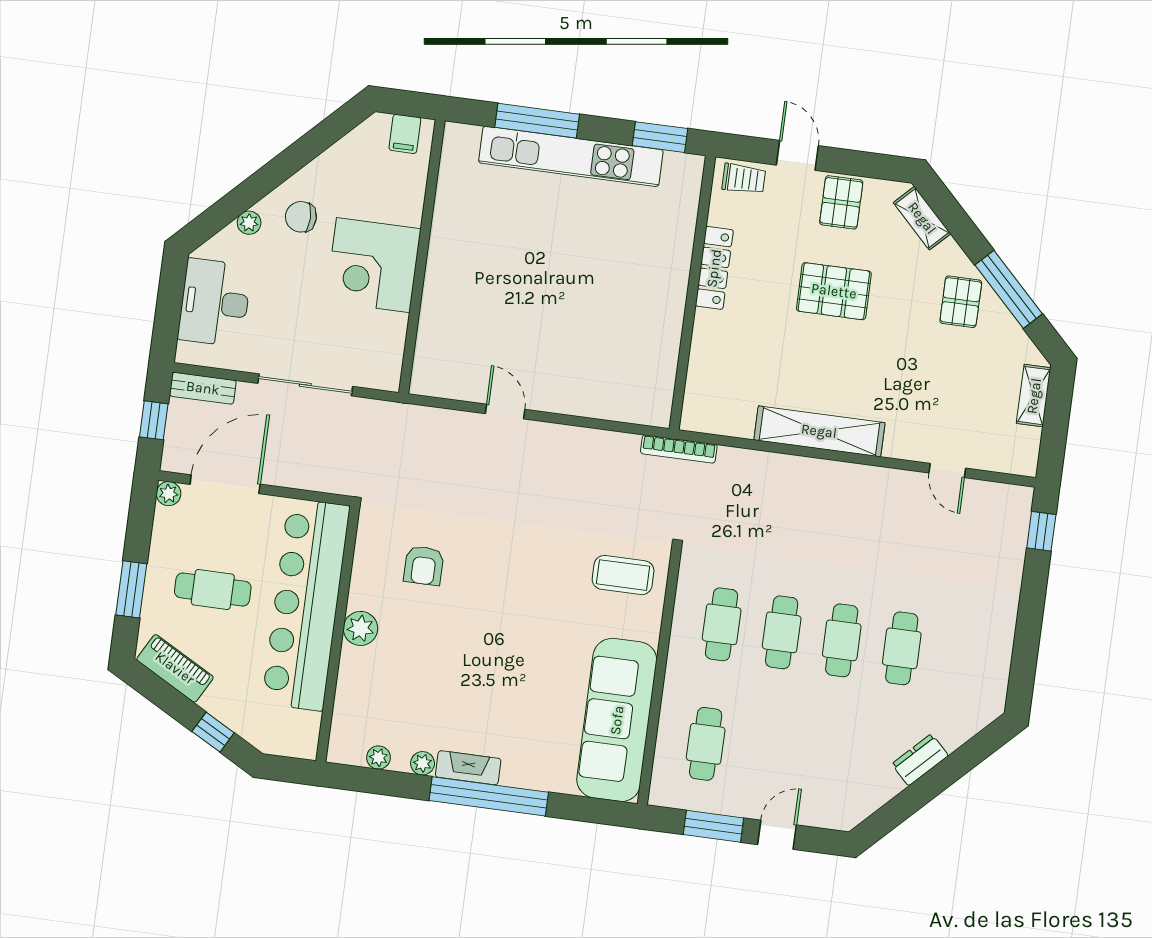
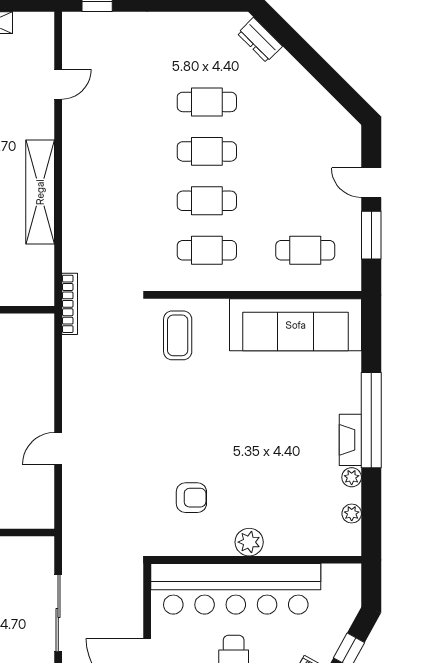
dresser: (920, 760) -> (260, 40), moved

